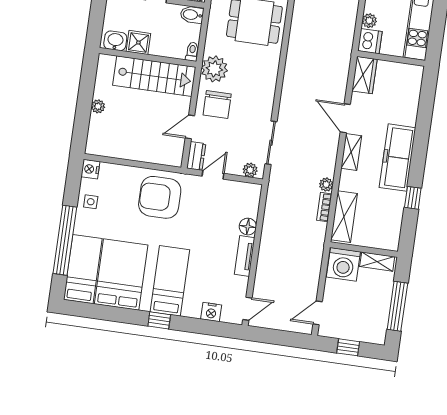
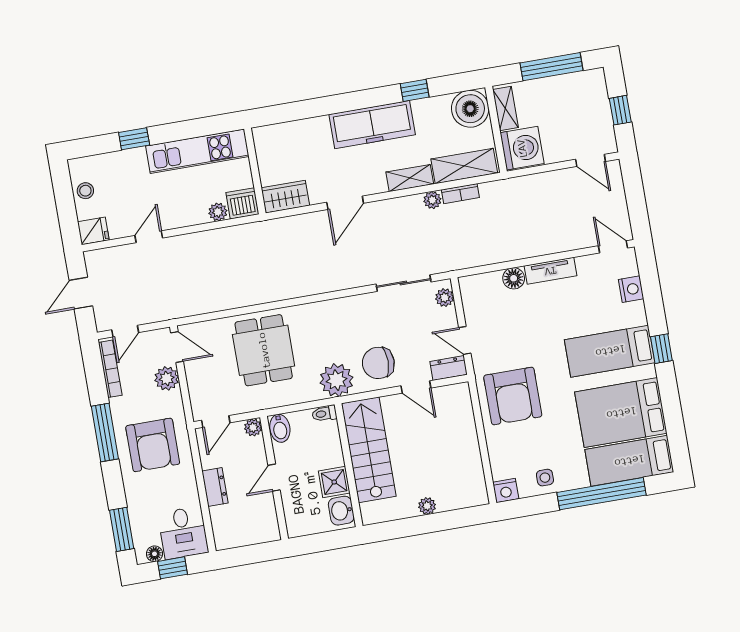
chair: (217, 104) -> (378, 363), turned 180
shelving: (351, 152) -> (410, 178), moved
boiler: (386, 235) -> (470, 109), added

